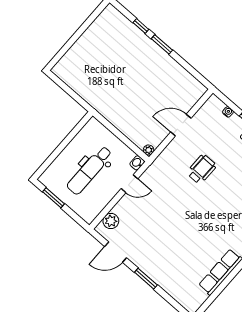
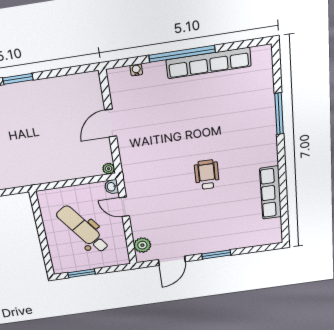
wheelchair: (202, 169) -> (207, 175), moved
dental chair: (89, 170) -> (83, 229), turned 145
door: (130, 184) -> (124, 207), swing flipped

